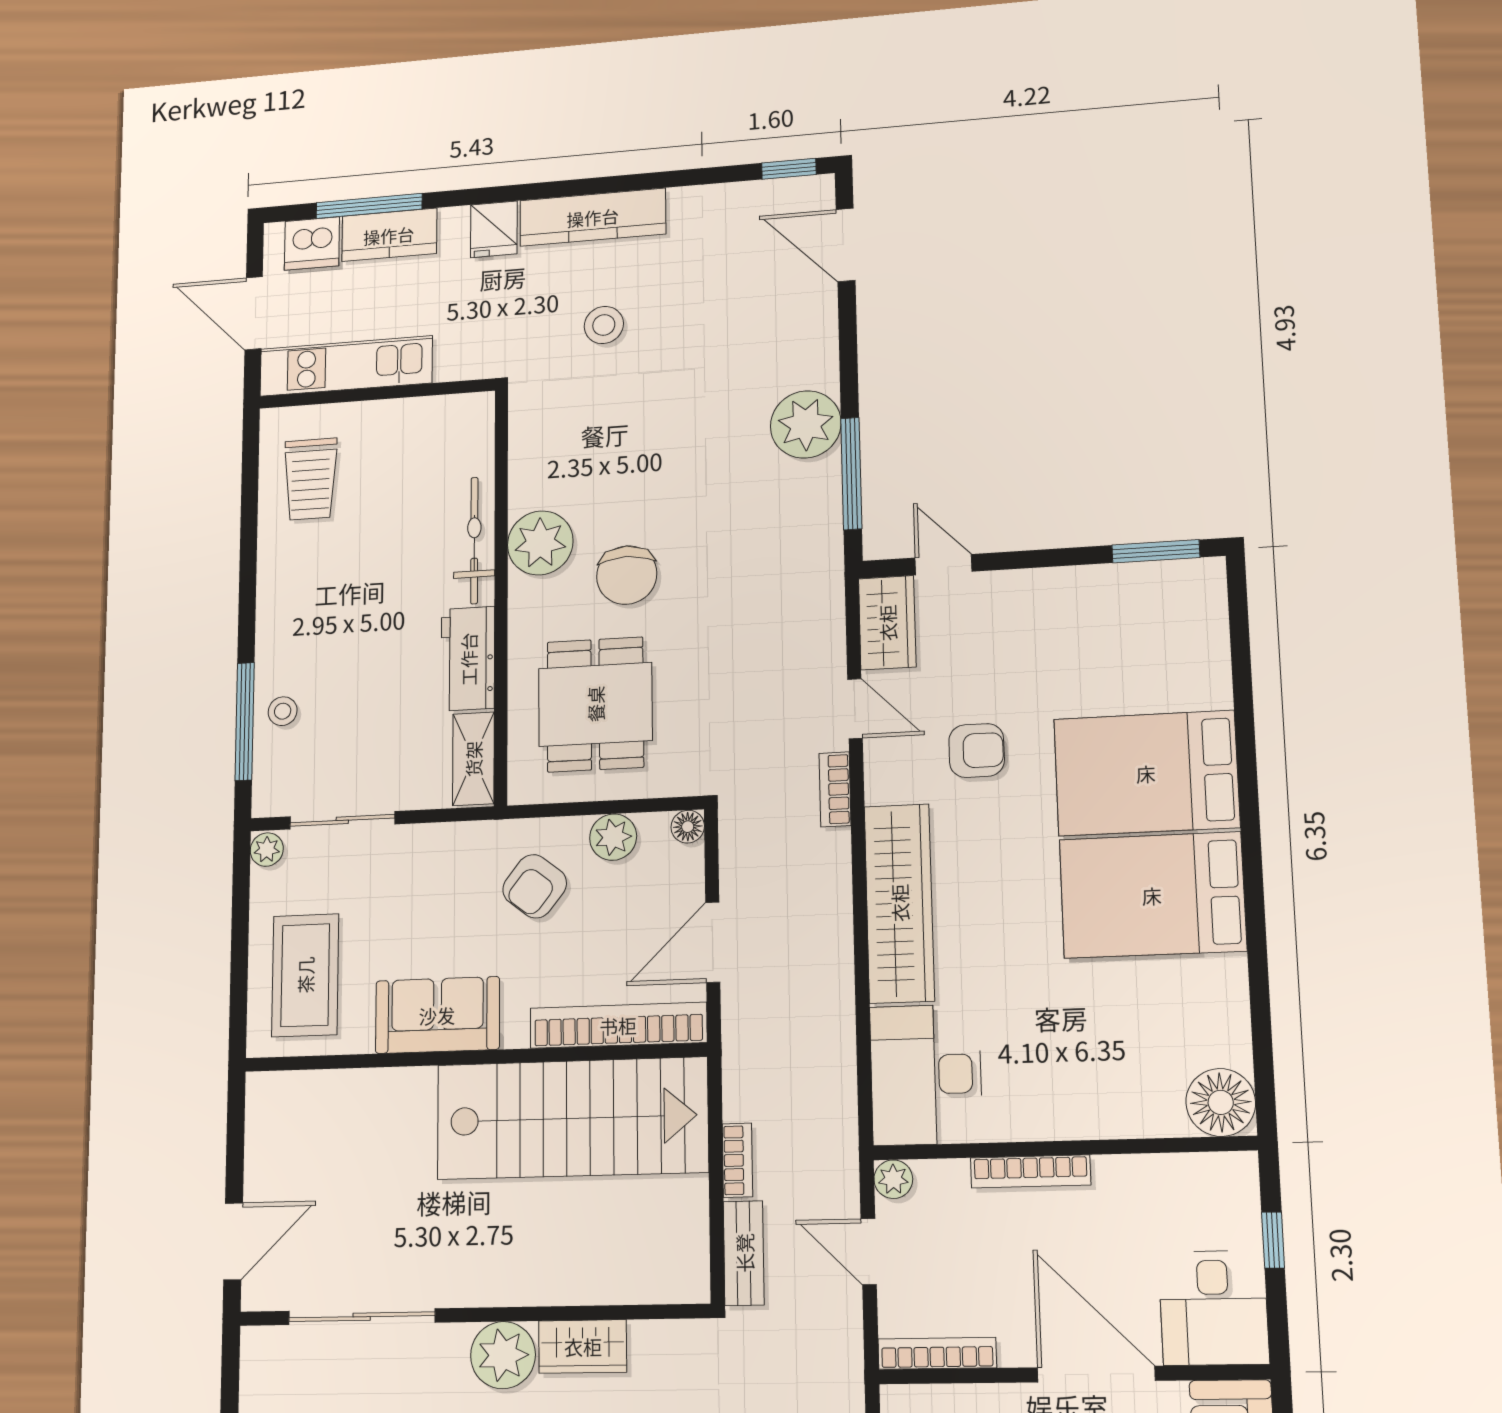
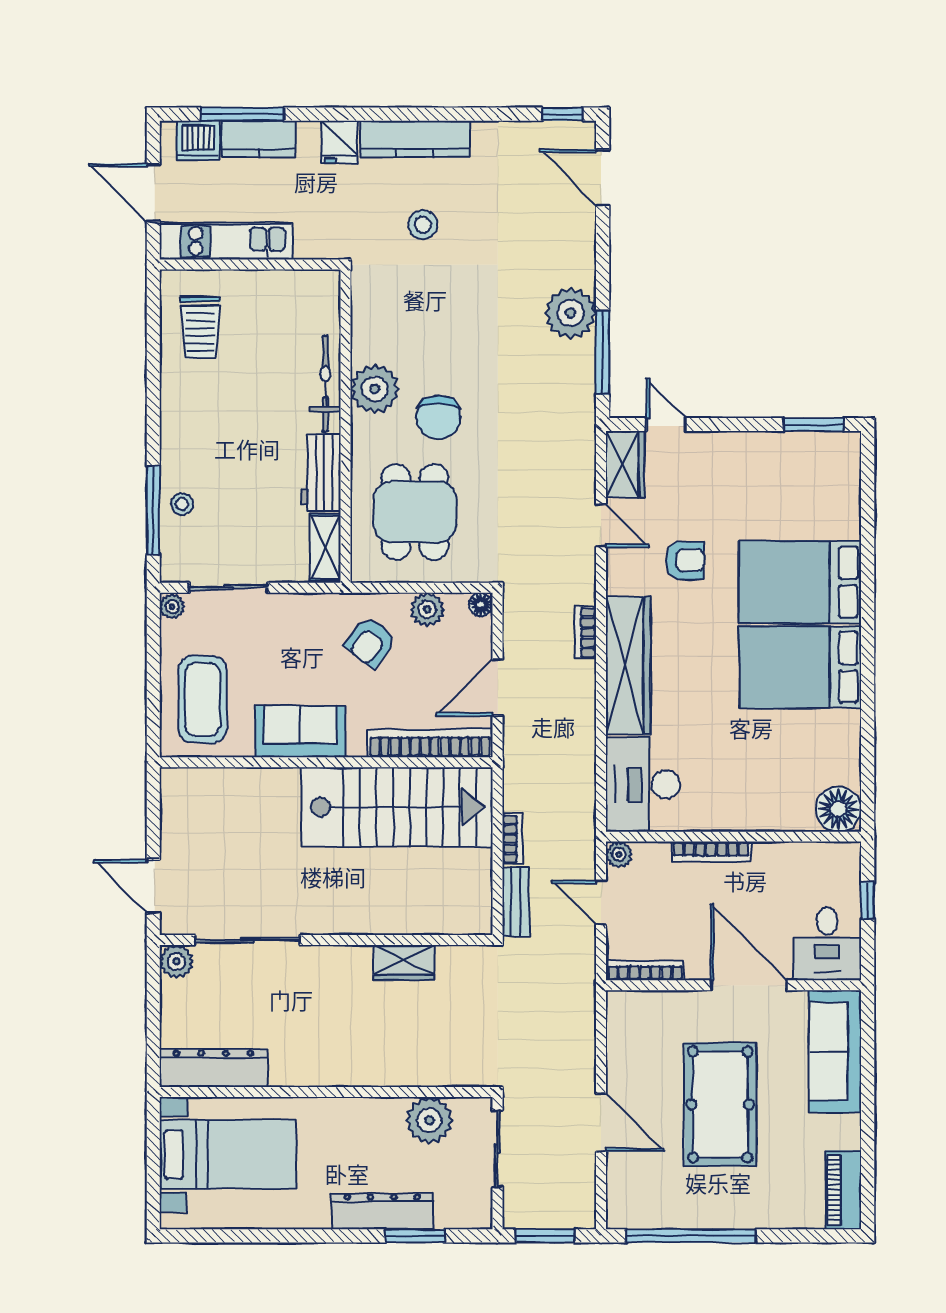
bookcase: (835, 789) -> (586, 632), moved
door: (233, 1241) -> (153, 886), swing flipped
plant: (503, 1355) -> (176, 962), moved, width x0.73, depth x0.73

